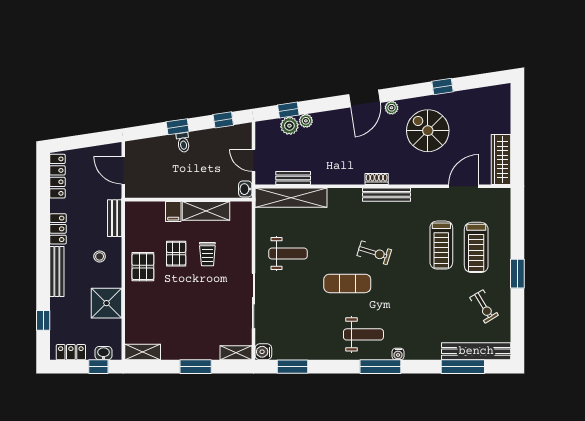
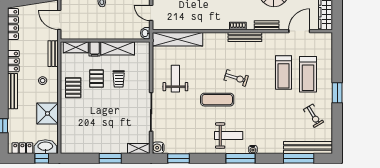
bench: (293, 178) -> (267, 25), moved
weight bench: (288, 254) -> (175, 79), turned -90
shelving: (143, 352) -> (76, 47), moved
washbasin: (103, 353) -> (45, 147), width x1.91, depth x1.45

